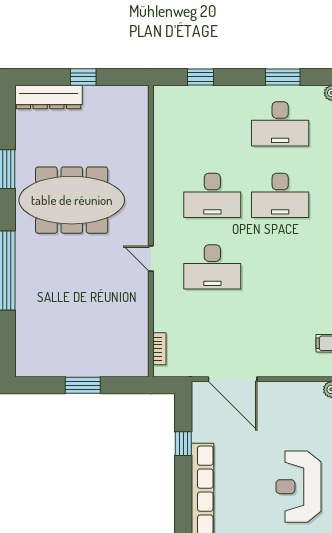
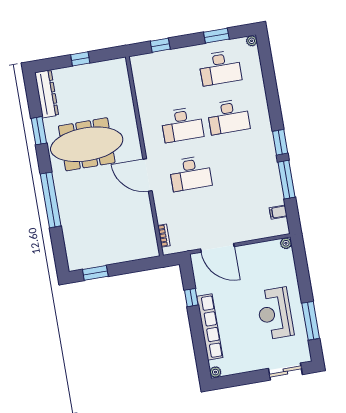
dresser: (49, 97) -> (47, 94), moved, turned -90
door: (151, 258) -> (148, 175), width x1.88
window: (83, 385) -> (95, 273), moved

